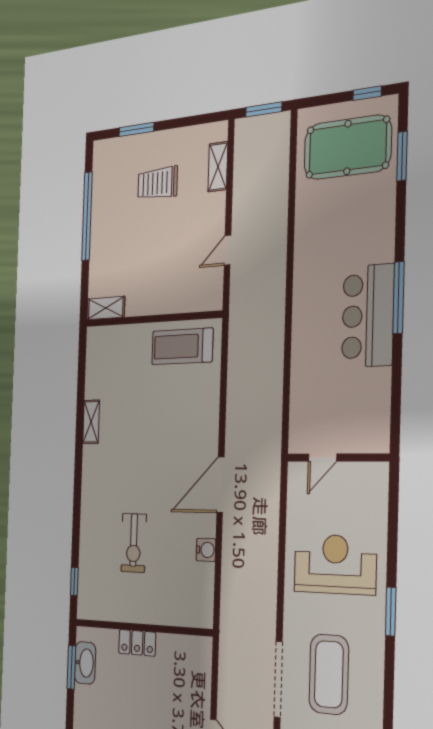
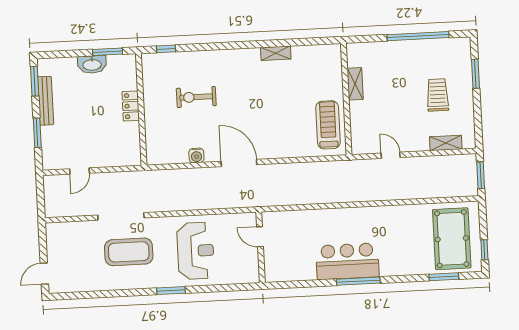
shelving: (106, 308) -> (355, 84), moved
washbasin: (85, 663) -> (92, 64), moved

